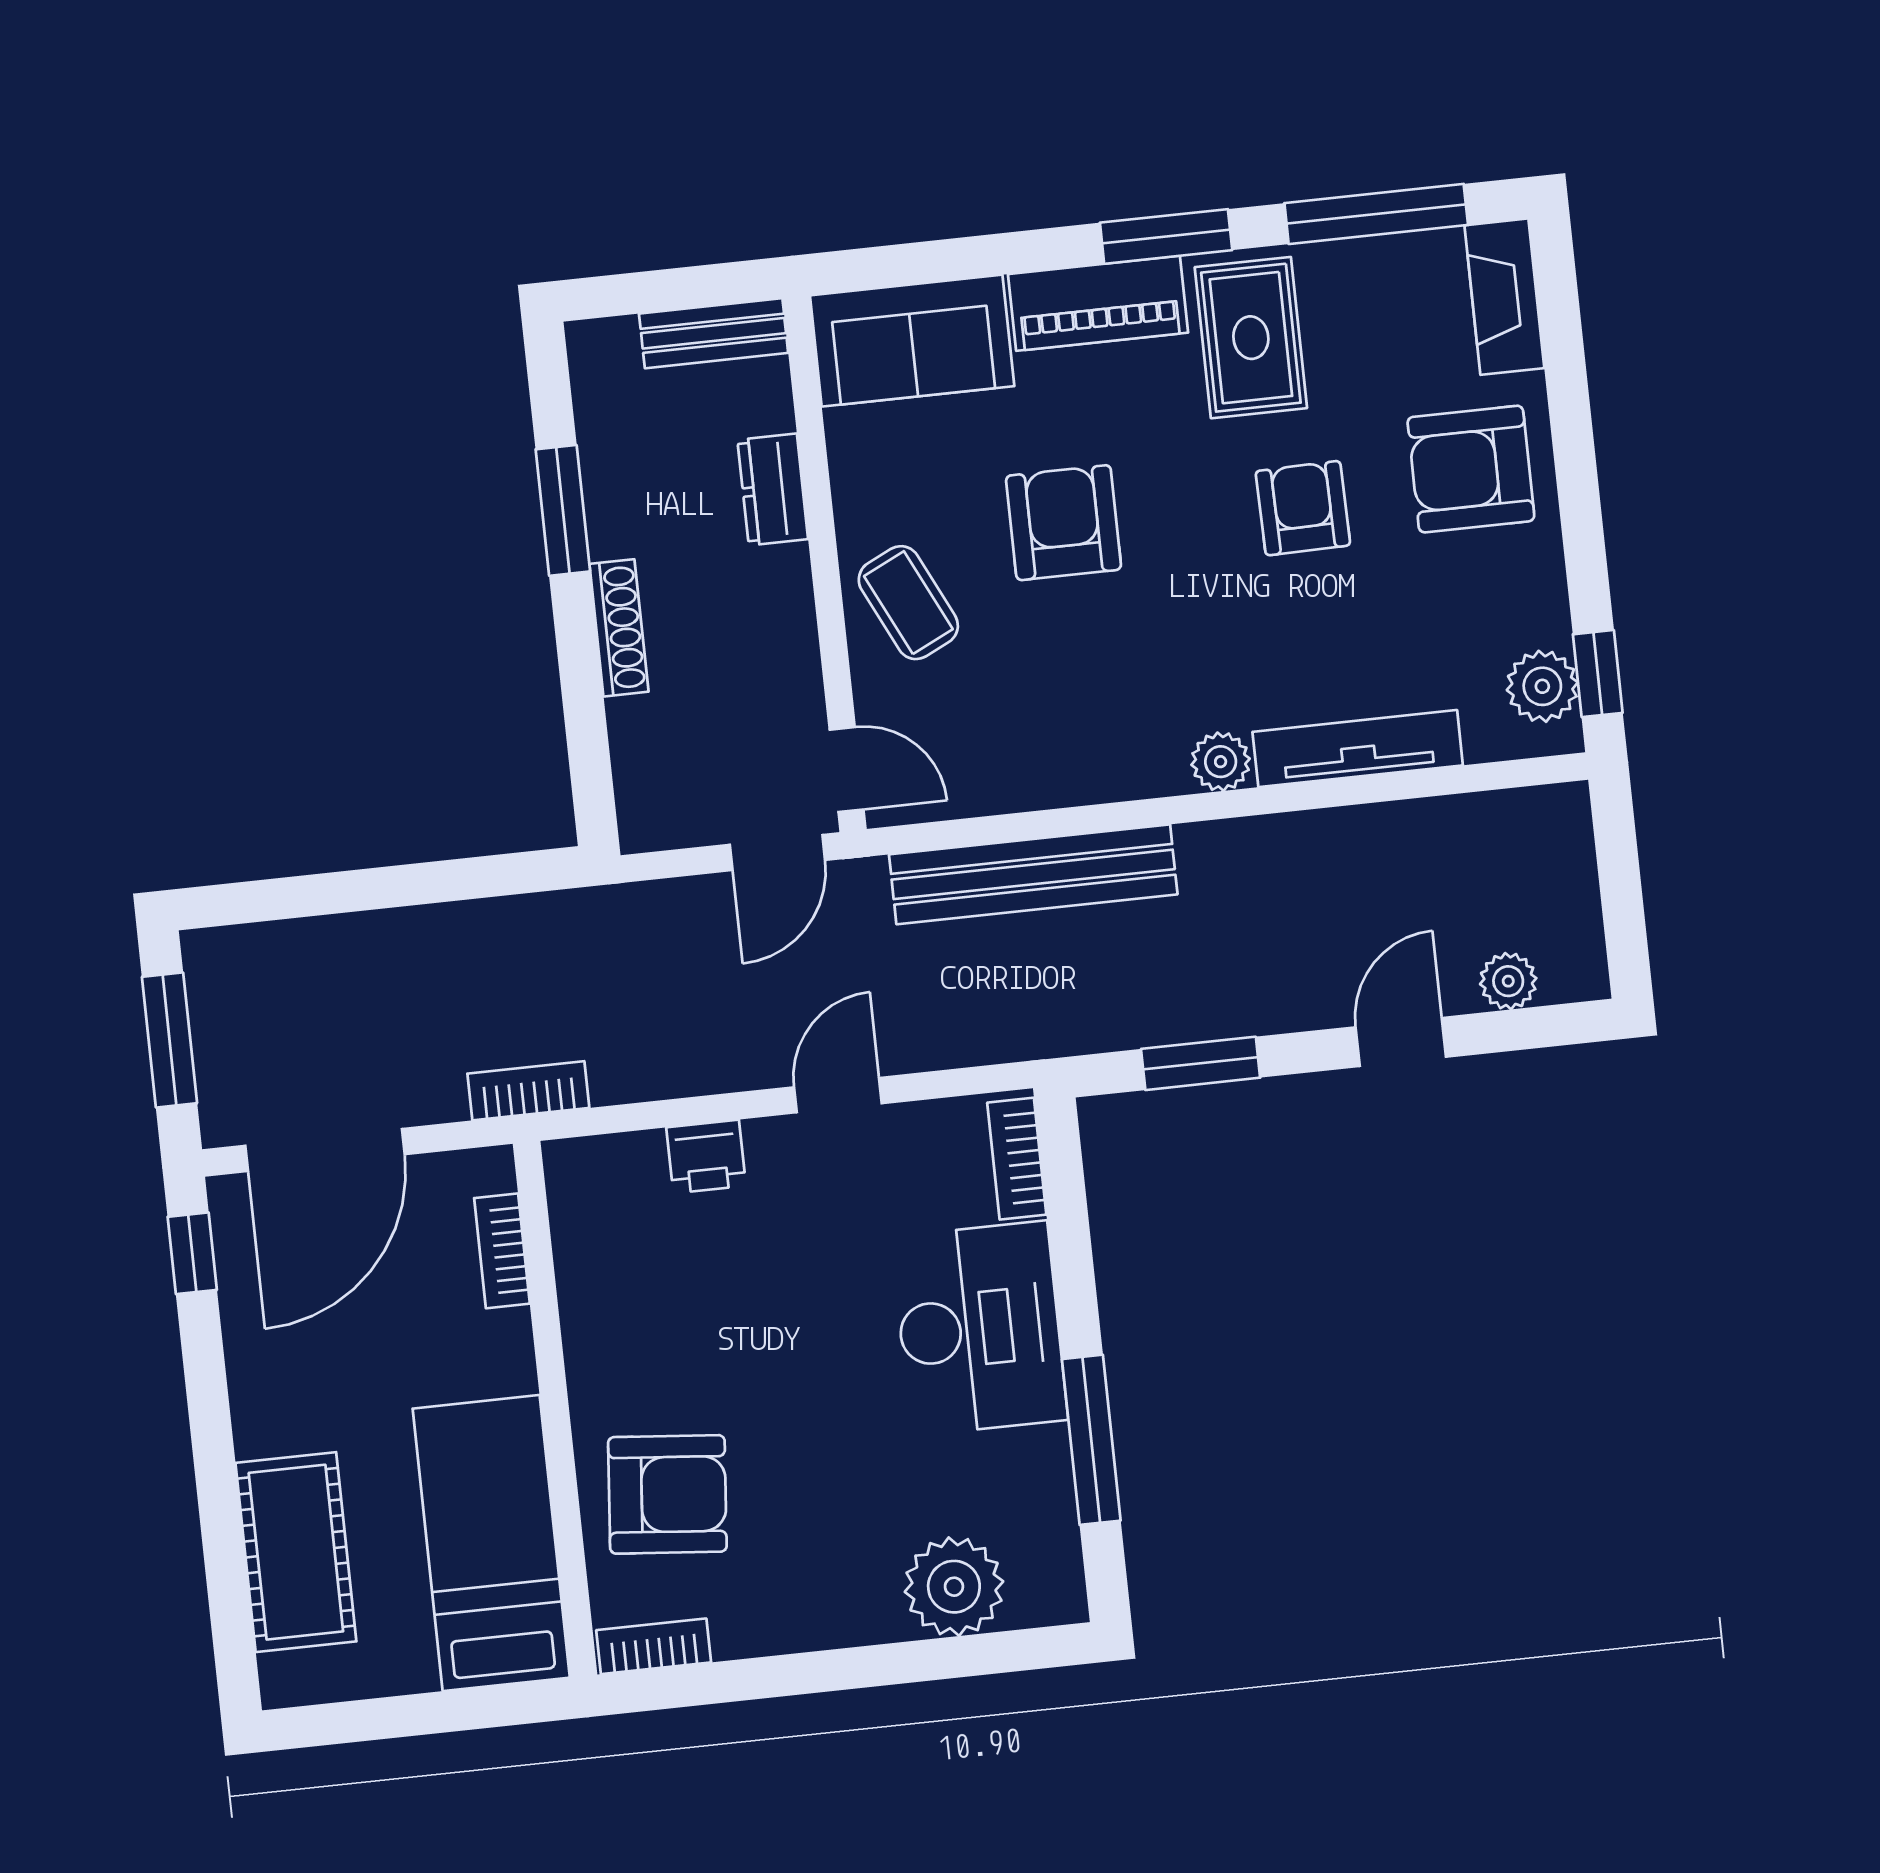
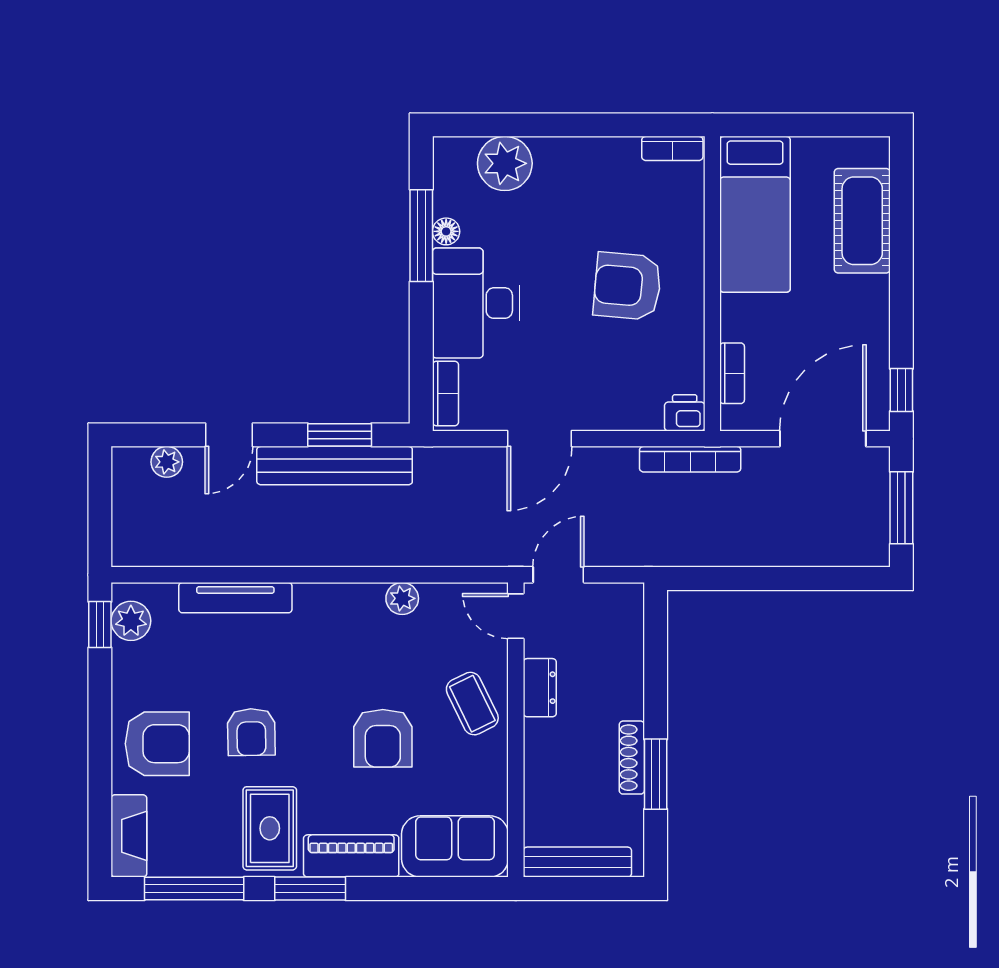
bench: (714, 333) -> (577, 862), width x1.36
dresser: (773, 489) -> (540, 688), moved
shoe rack: (619, 628) -> (632, 758), moved
plant: (1221, 762) -> (402, 598), moved
bench: (1033, 874) -> (335, 466), moved
bookcase: (528, 1091) -> (690, 459), width x1.56
door: (838, 1095) -> (540, 439), width x1.38
printer: (706, 1157) -> (685, 413), moved
floor lamp: (1047, 1452) -> (446, 231), added
armchair: (667, 1494) -> (627, 286), moved

